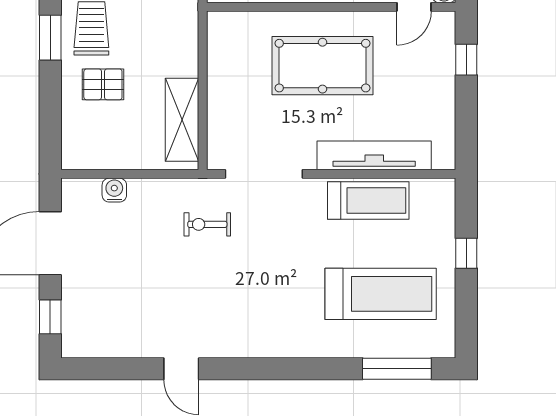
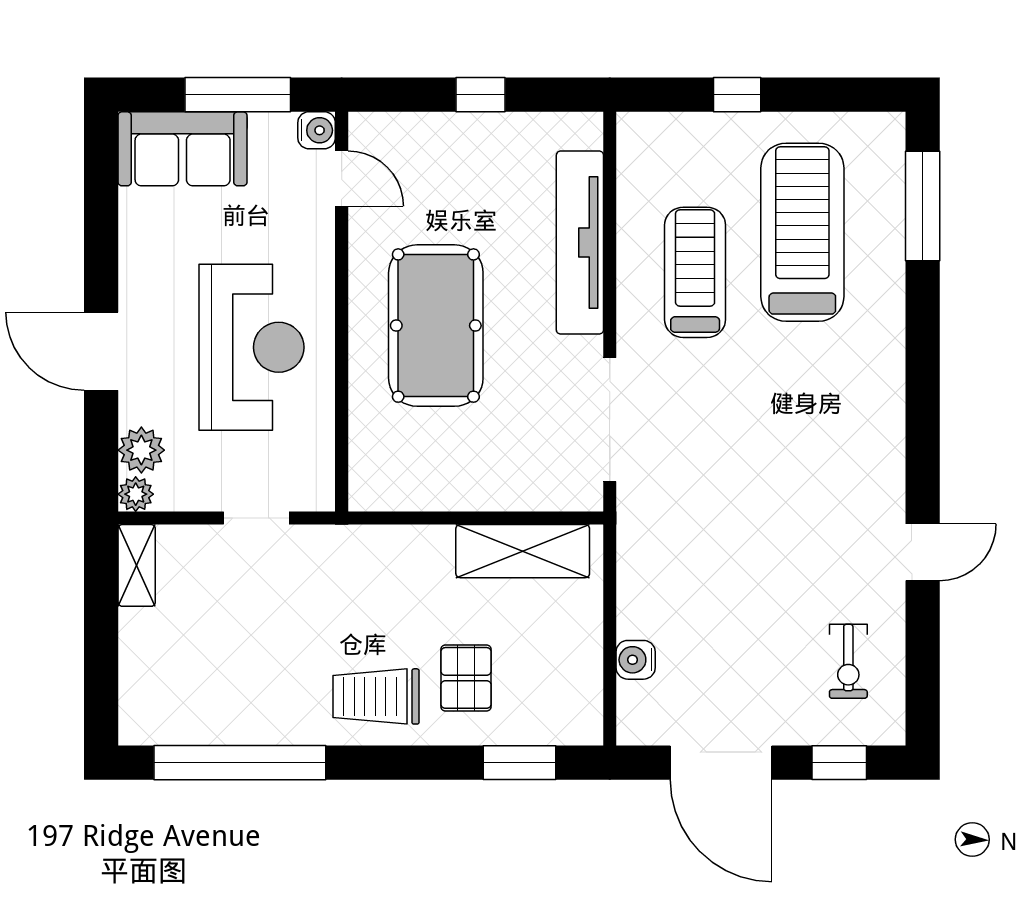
window: (50, 38) -> (519, 763), moved
window: (466, 60) -> (480, 95), moved
treadmill: (368, 201) -> (695, 272), moved
exercise bike: (207, 224) -> (848, 661), moved

